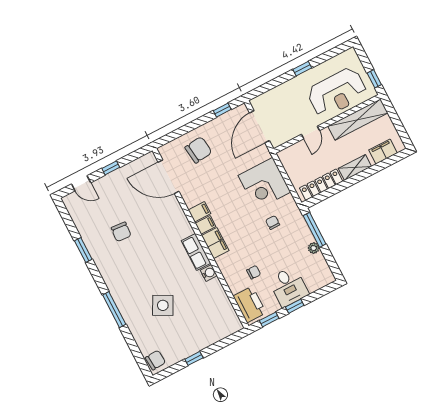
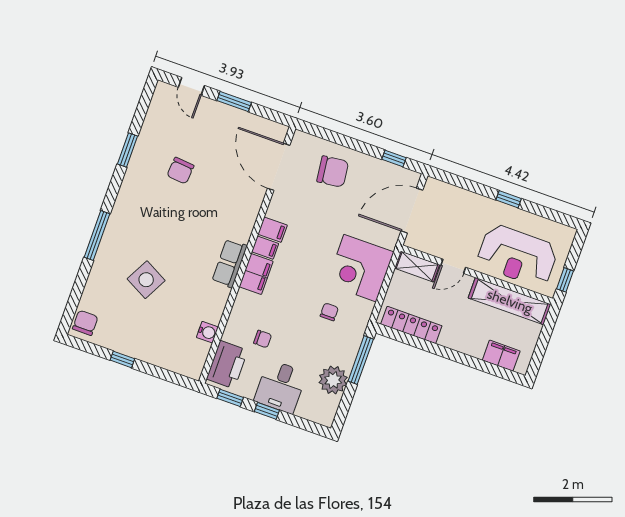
shelving: (355, 167) -> (417, 266), moved
window: (111, 168) -> (234, 101), width x1.50
plant: (314, 248) -> (333, 380), width x1.87, depth x1.87
water cooler: (209, 273) -> (207, 332), moved
chair: (155, 360) -> (85, 323), turned -86

